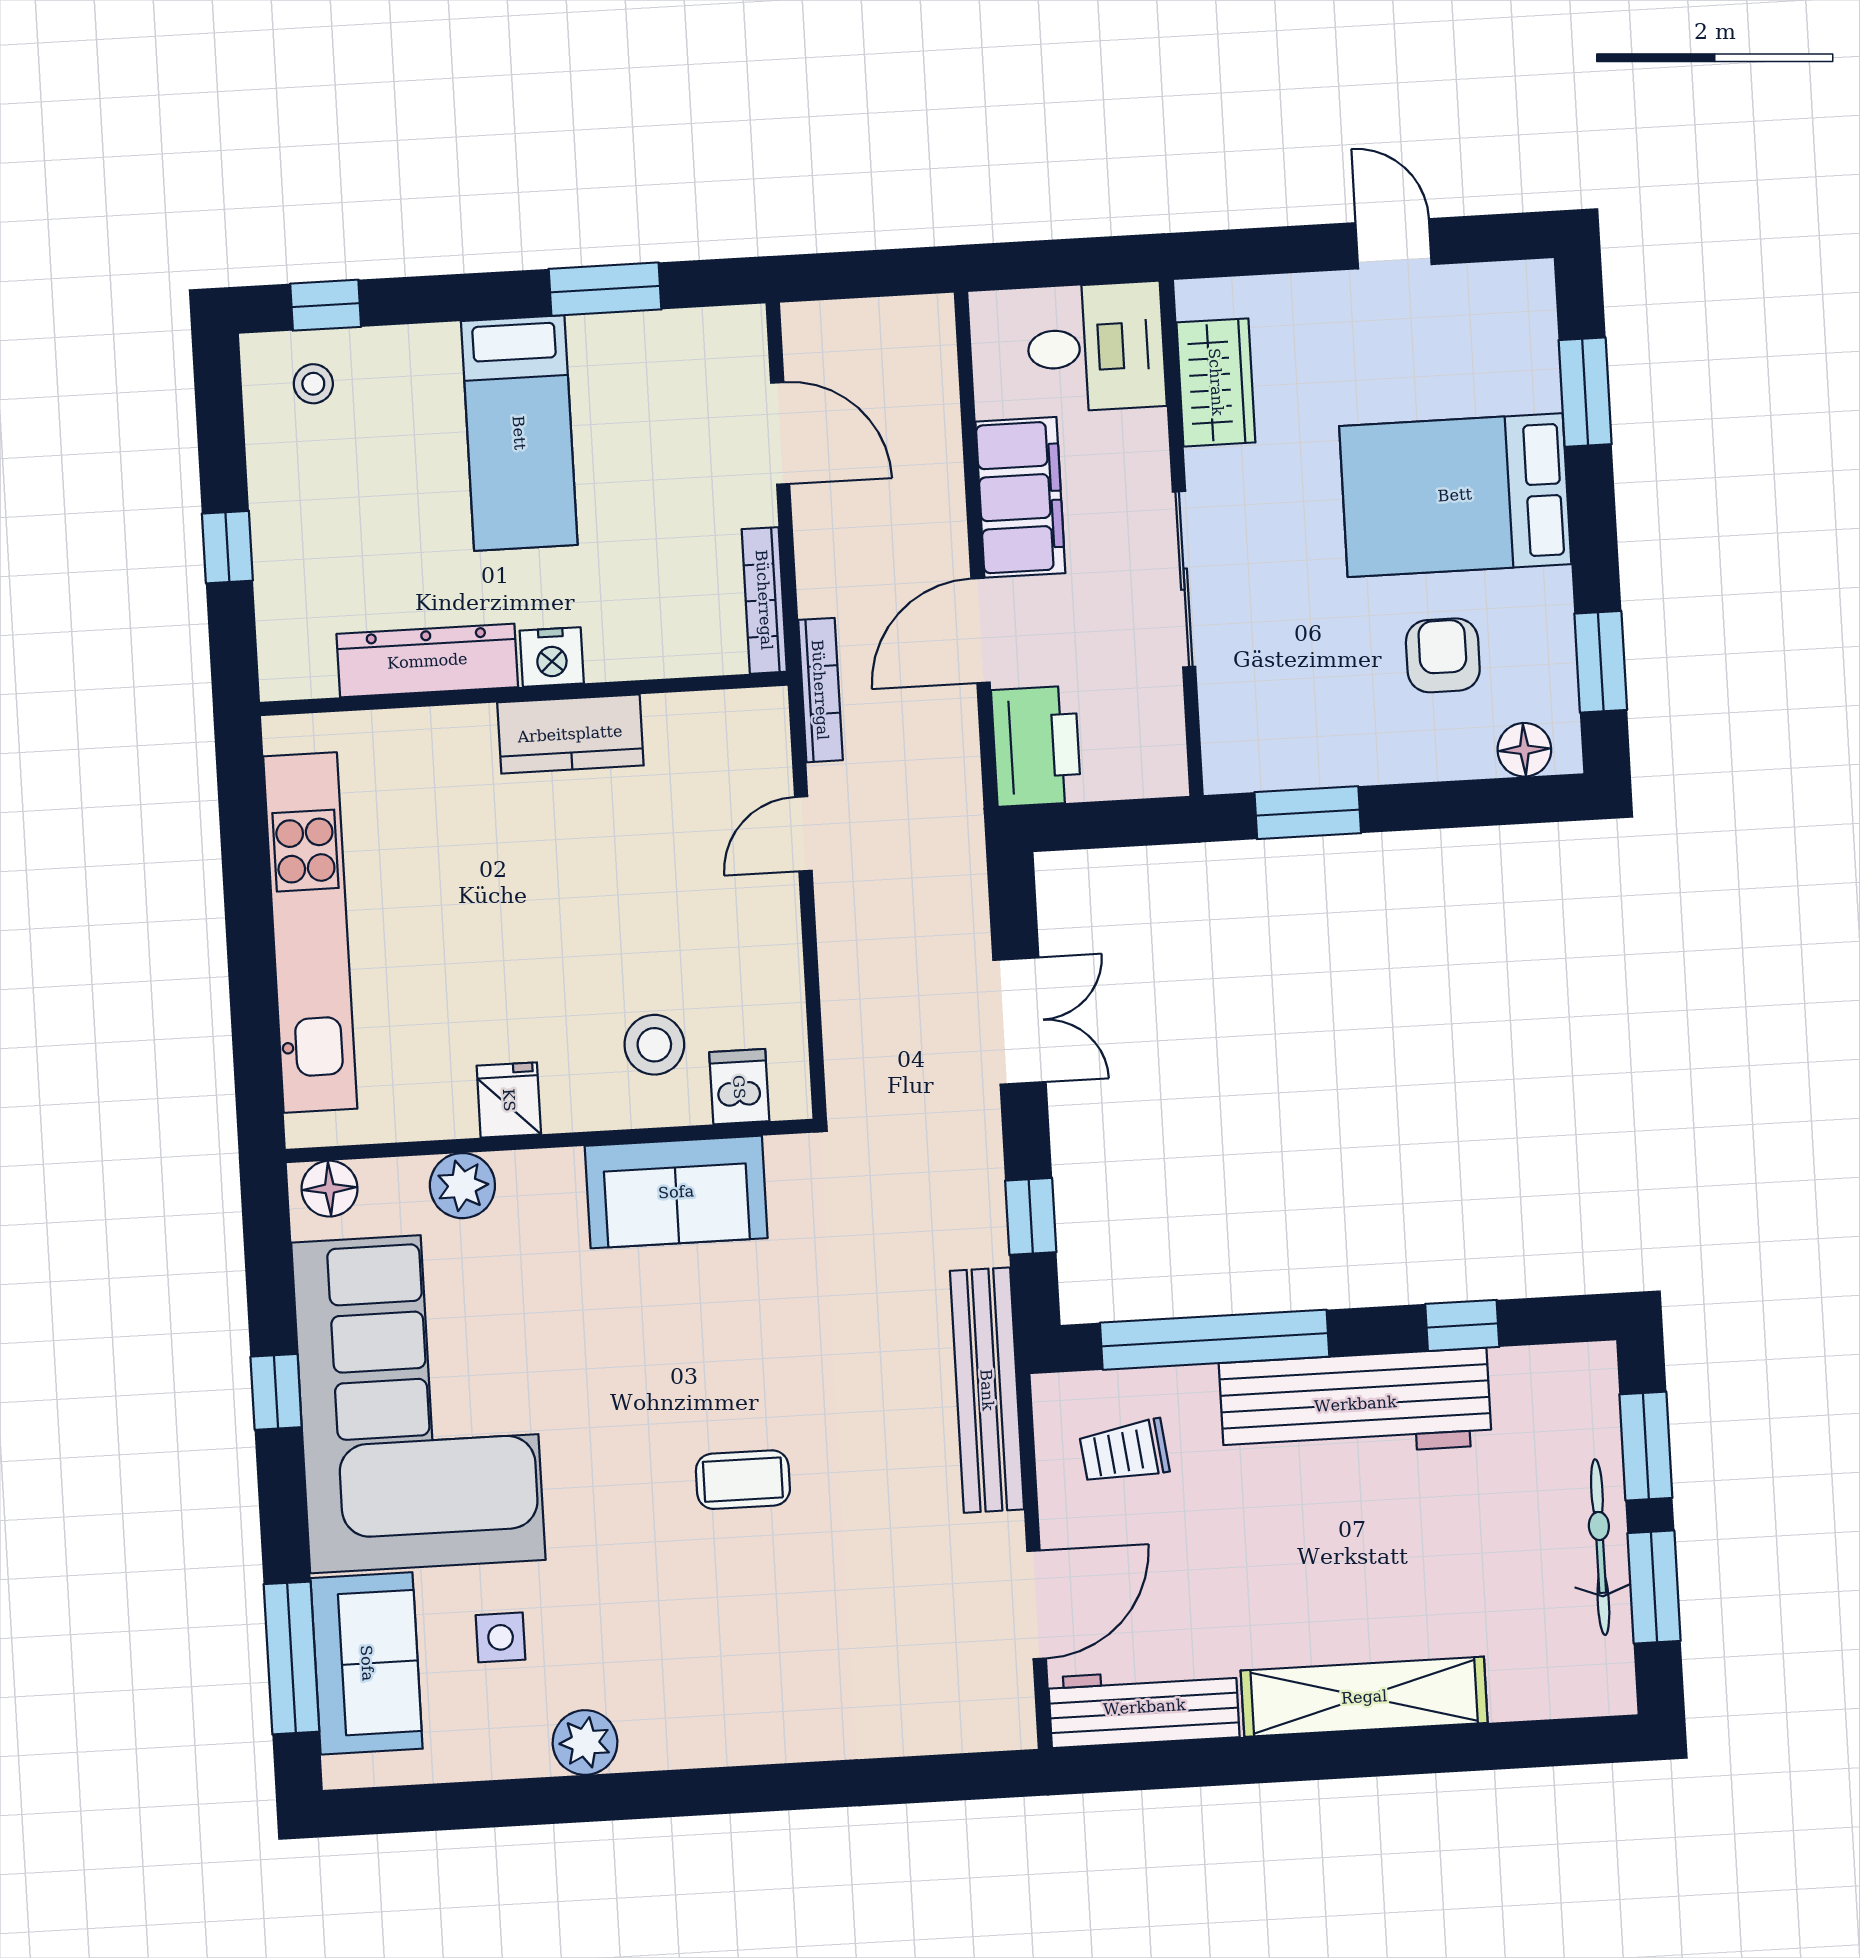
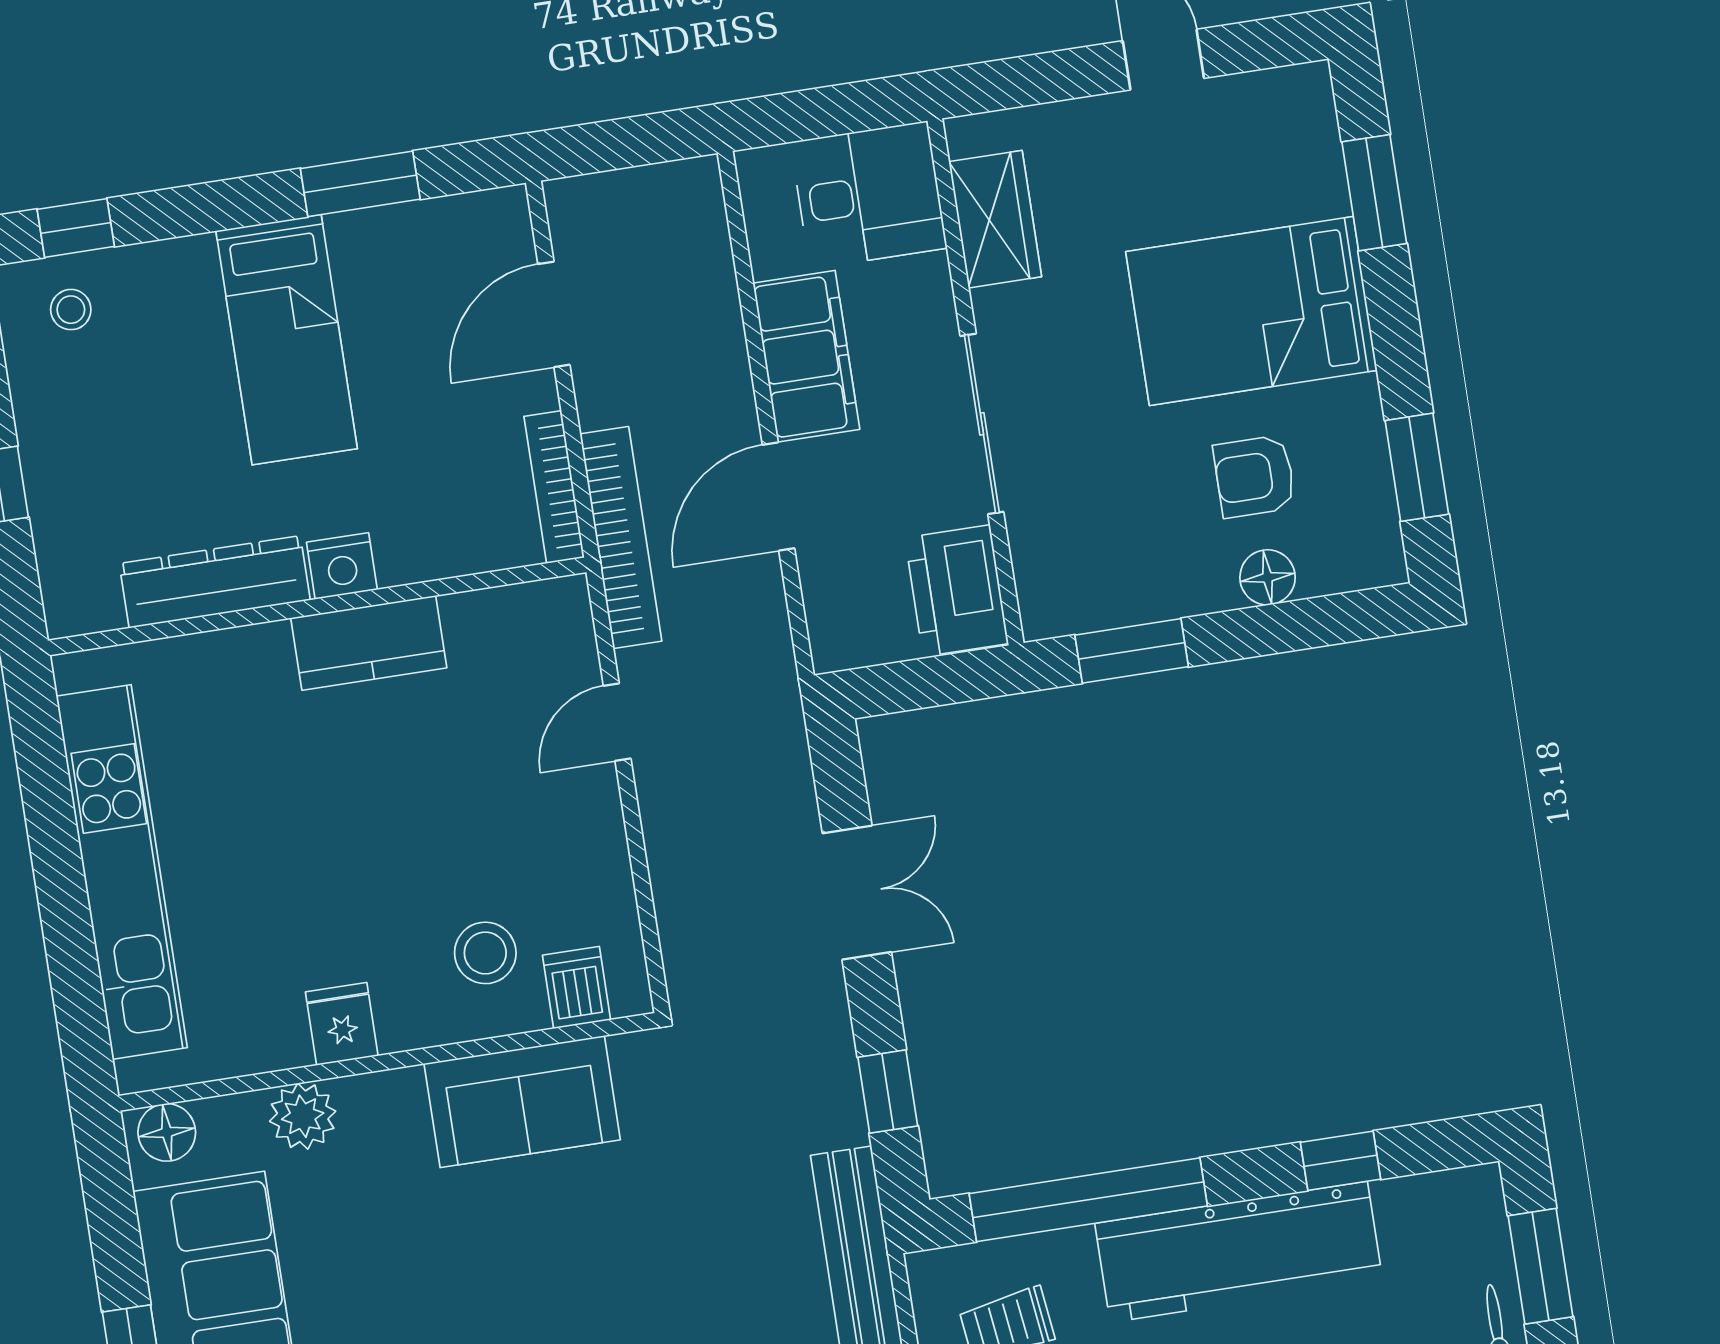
door: (780, 433) -> (554, 314), swing flipped
armchair: (1443, 655) -> (1255, 476), turned -90
bookcase: (820, 690) -> (621, 538), width x1.48, depth x1.31
printer: (1036, 746) -> (957, 591), moved, turned 180
floor lamp: (1524, 750) -> (1268, 577), moved

